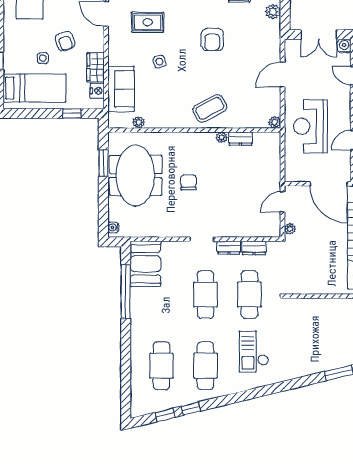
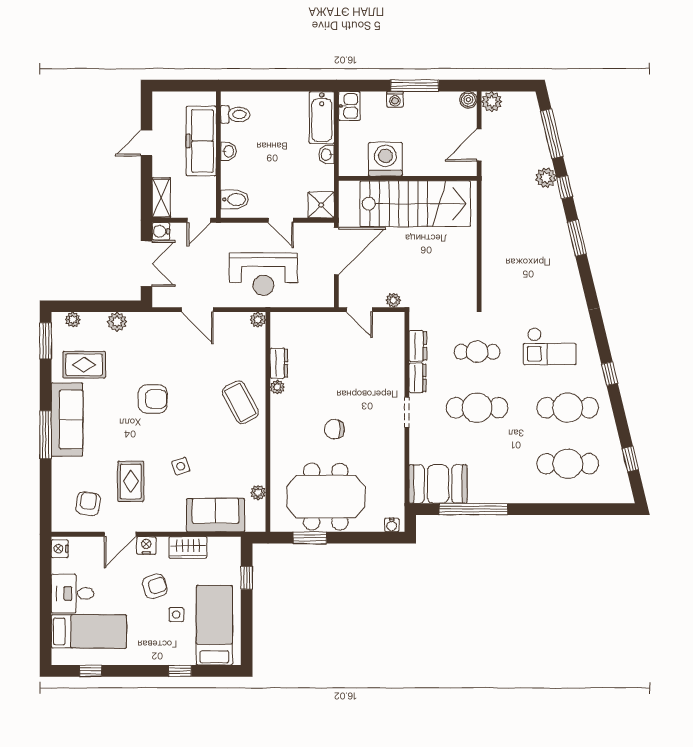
nightstand: (97, 91) -> (146, 545), moved
cafe table: (249, 294) -> (477, 352), width x0.73, depth x0.74
window: (191, 409) -> (610, 374), moved

